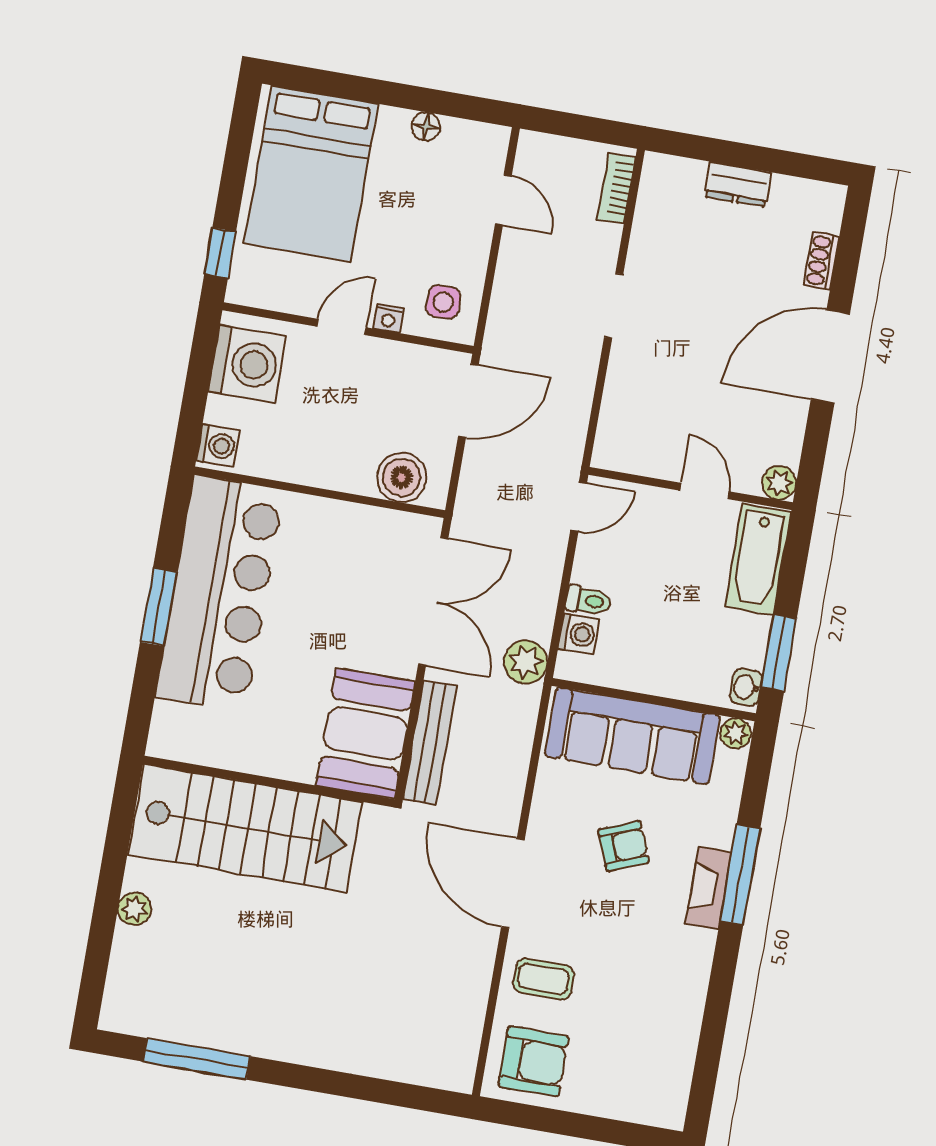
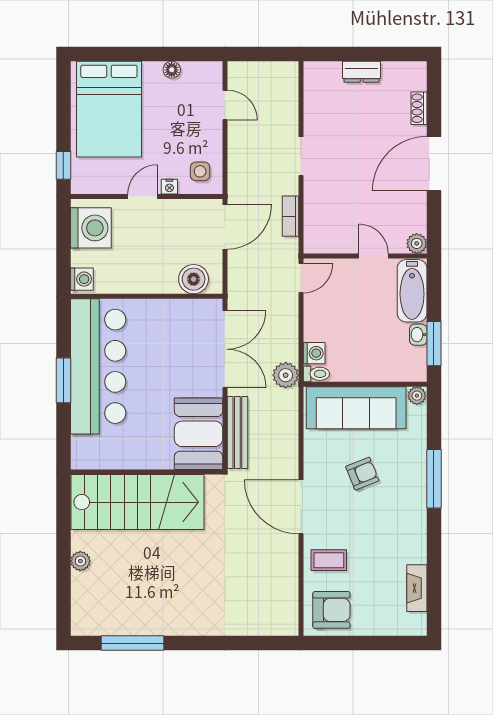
bookcase: (616, 188) -> (290, 216), moved
toilet: (588, 601) -> (316, 374), moved
washbasin: (746, 687) -> (418, 335), moved
fireplace: (709, 888) -> (417, 588), moved

